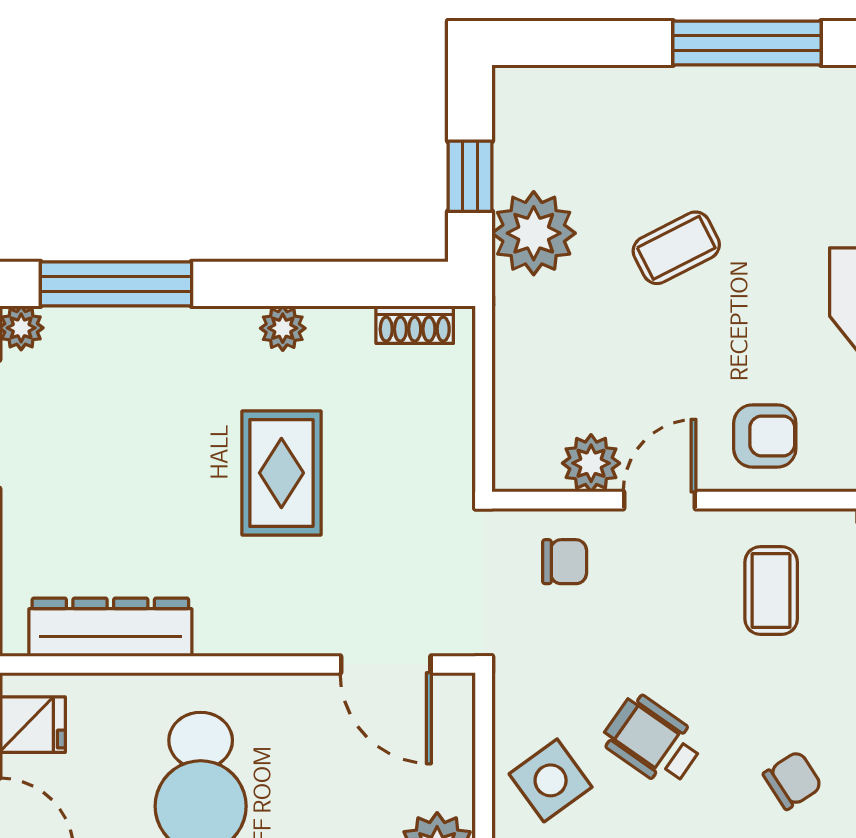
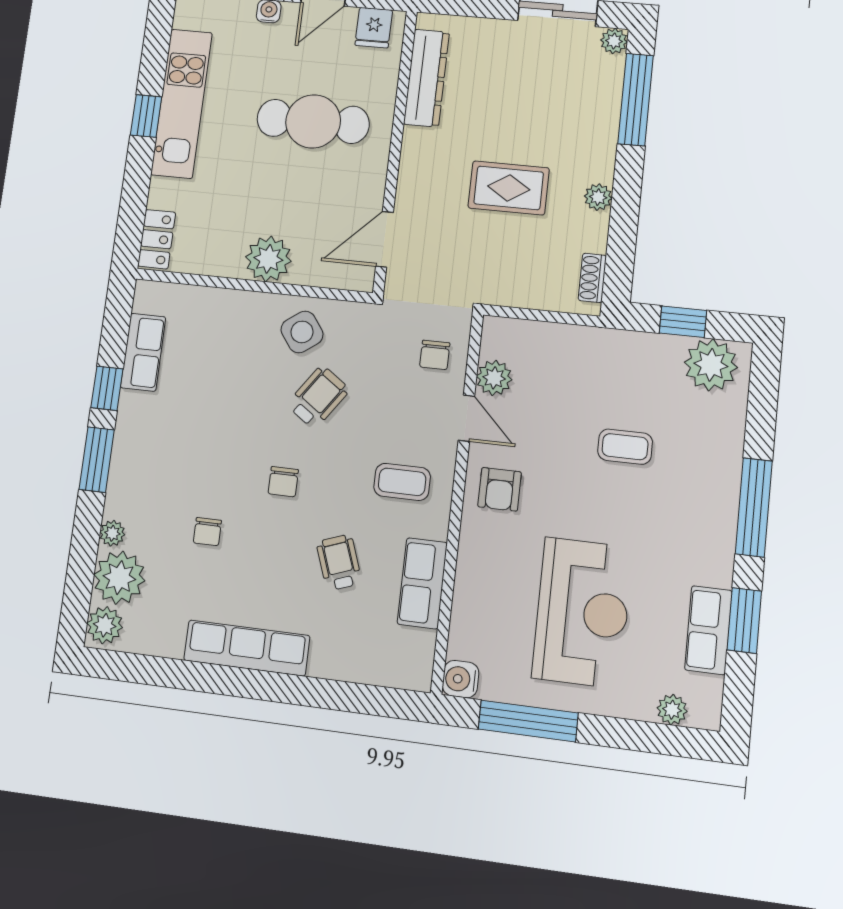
plant: (534, 233) -> (711, 365), moved
coffee table: (676, 248) -> (625, 447), turned -63
chair: (793, 780) -> (283, 482), turned 33

